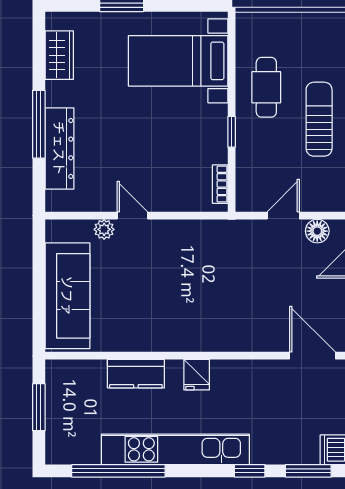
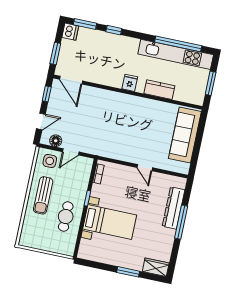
wardrobe: (59, 55) -> (156, 267), moved, turned 90
bed with nightstands: (178, 61) -> (110, 222), moved
side table: (320, 189) -> (50, 161), added
plant: (104, 229) -> (160, 164), removed
kitchen unit: (175, 449) -> (176, 54), moved

